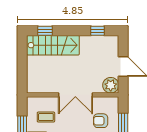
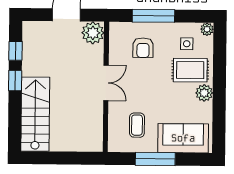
window: (45, 31) -> (15, 81), moved
double door: (75, 95) -> (106, 83), width x0.73

